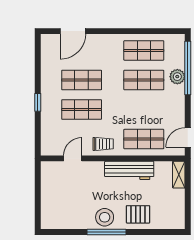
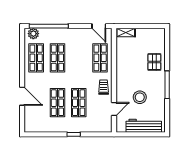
door: (73, 31) -> (22, 96), moved
plant: (177, 77) -> (33, 34), moved
door: (73, 158) -> (114, 109), swing flipped
workbench: (129, 170) -> (144, 126), moved, turned -90
stool: (105, 217) -> (140, 97), moved

